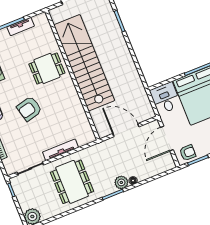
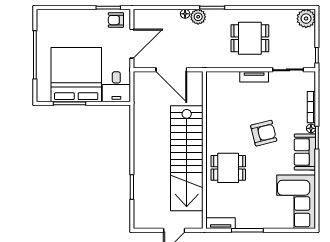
tv unit: (21, 27) -> (221, 223), moved
tv unit: (61, 150) -> (254, 77), width x0.71
dining table: (72, 182) -> (250, 38), width x0.73

